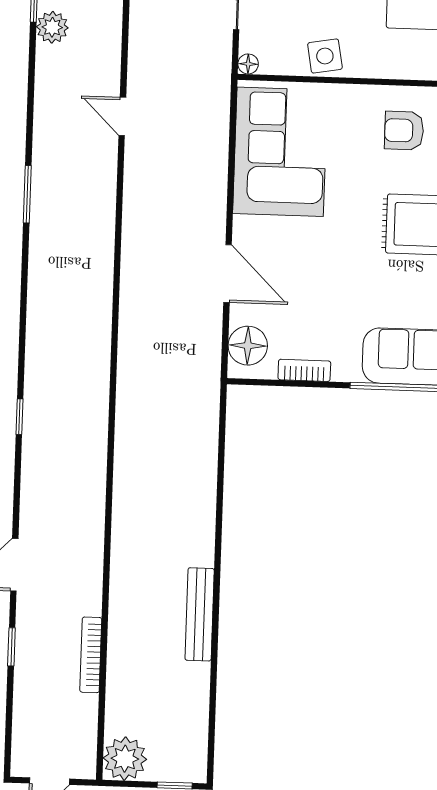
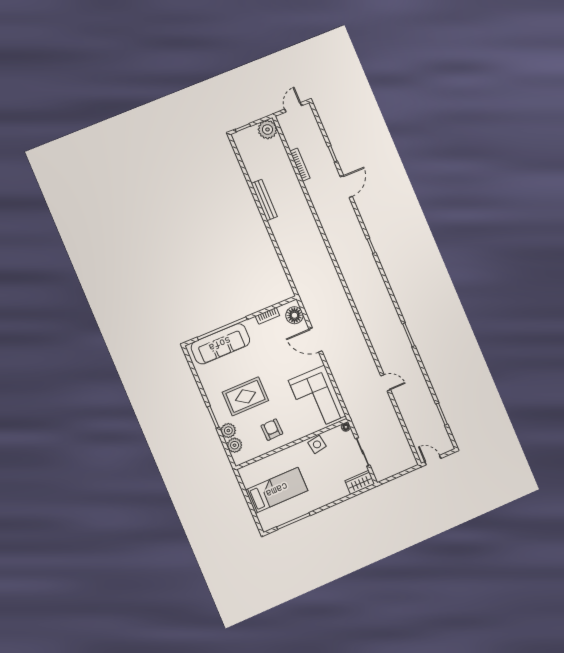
plant: (52, 27) -> (429, 405), removed
armchair: (404, 131) -> (272, 430), turned -92

